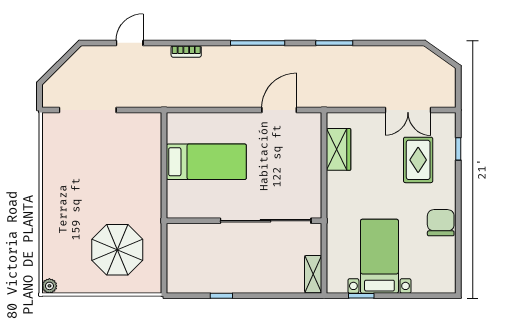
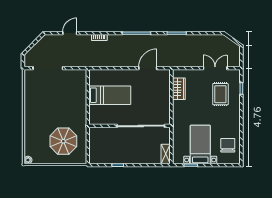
double door: (408, 110) -> (215, 68), swing flipped
chair: (441, 223) -> (228, 145), moved

